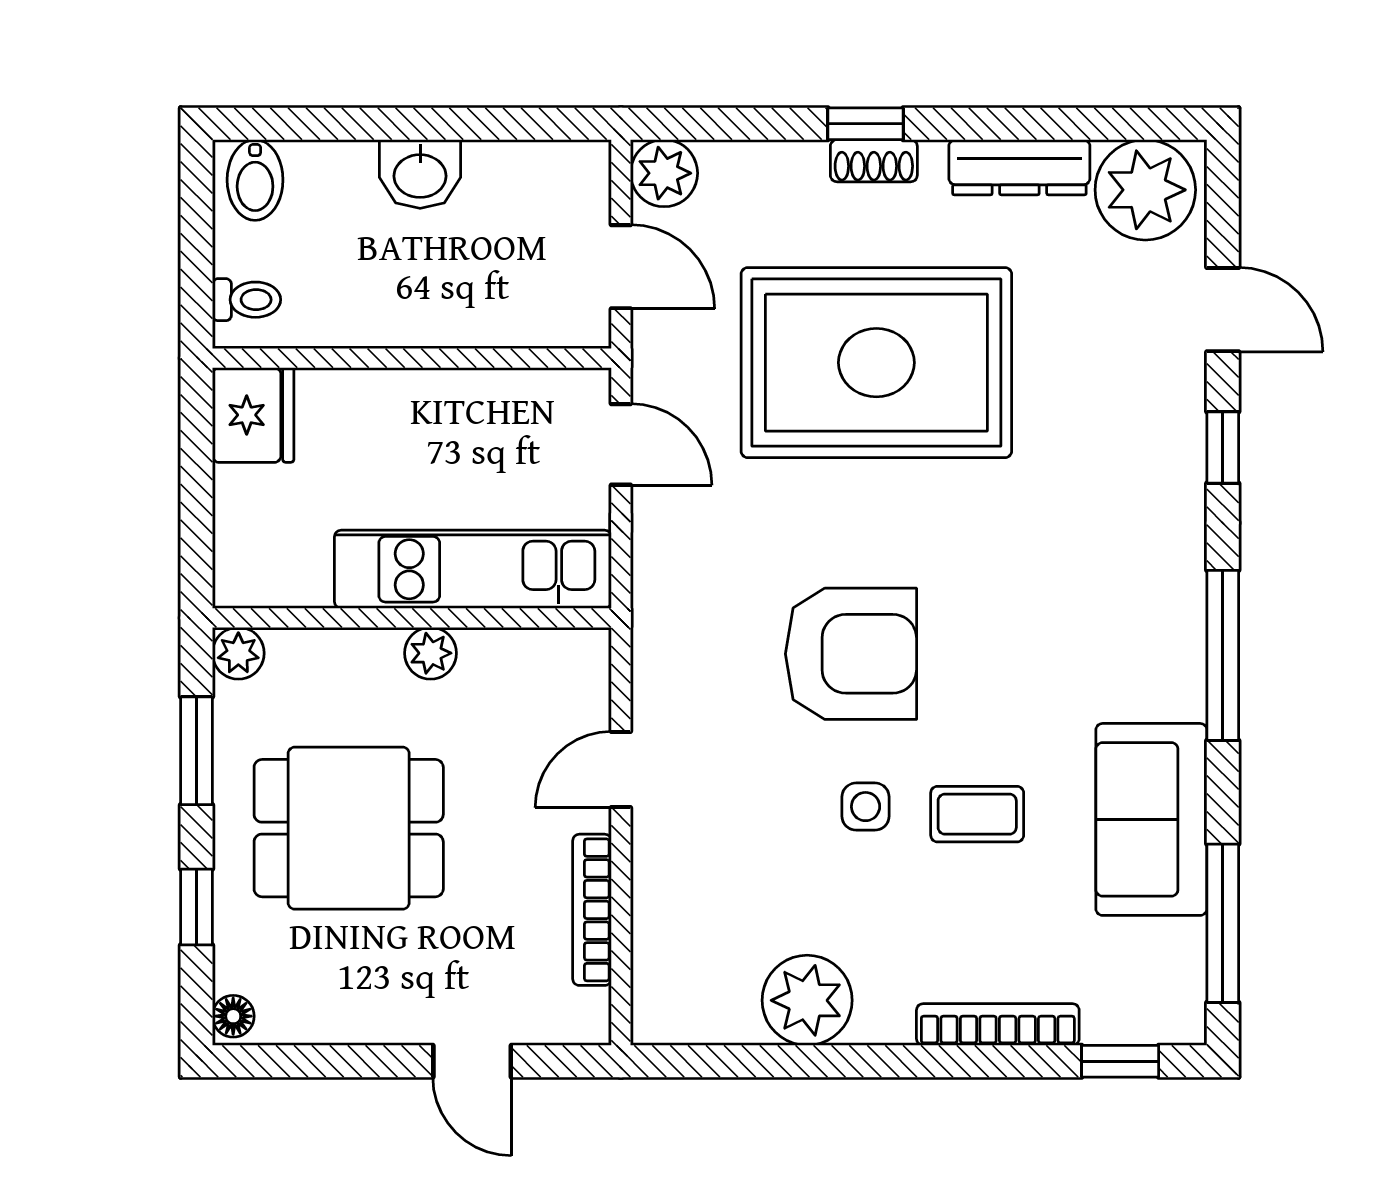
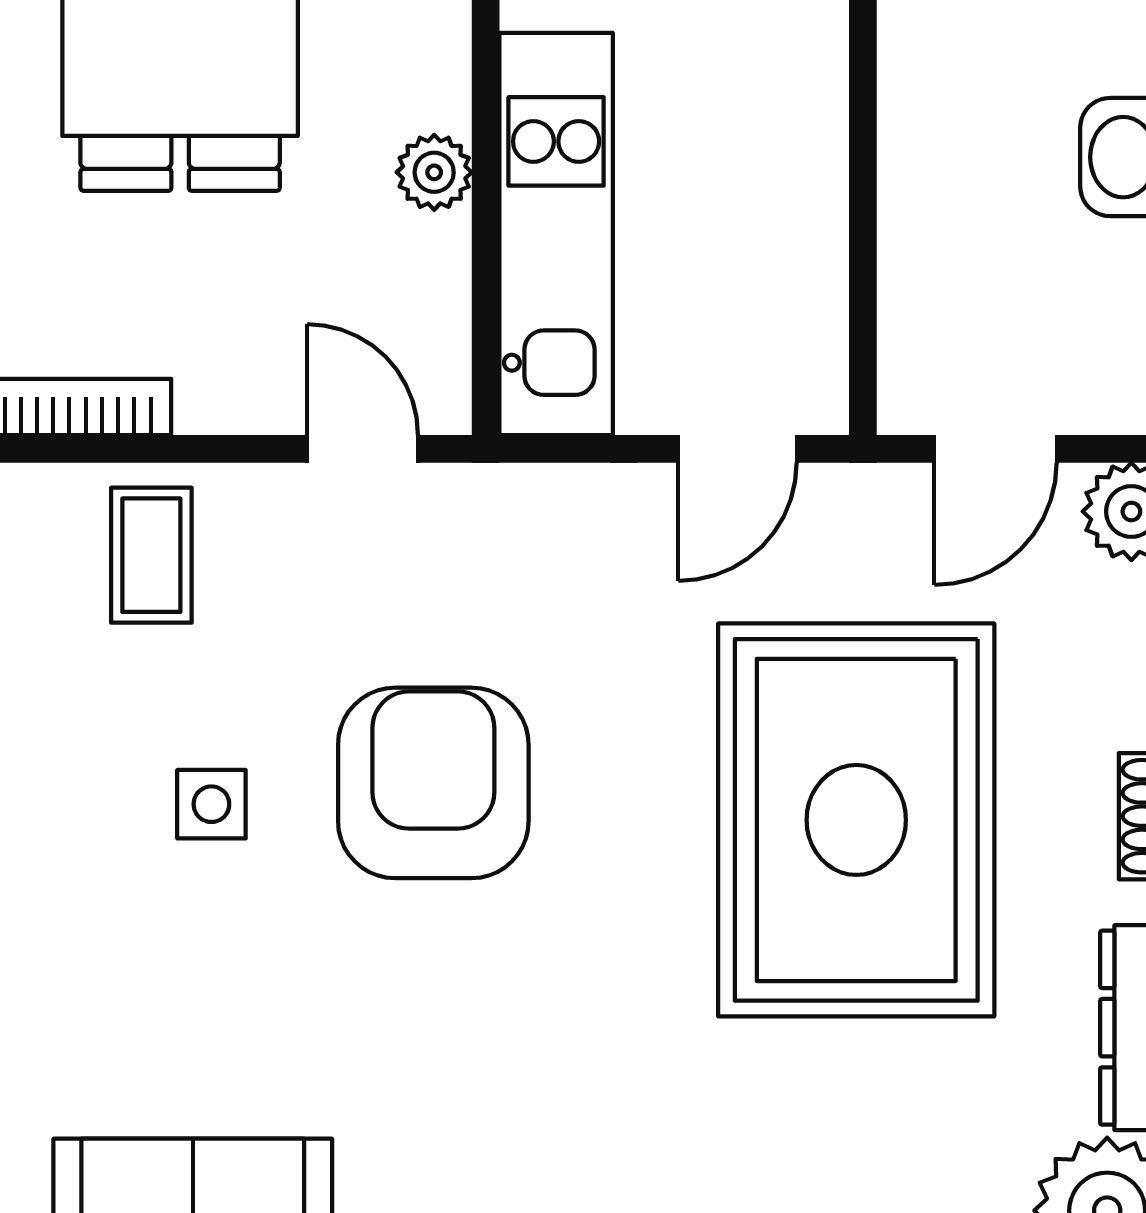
armchair: (851, 654) -> (433, 783), turned 180
door: (621, 770) -> (363, 449), moved
coffee table: (977, 814) -> (151, 555), moved

